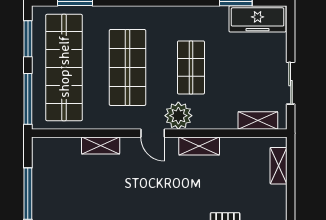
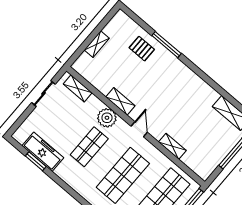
freezer: (258, 19) -> (43, 152), moved
plant: (178, 116) -> (107, 118), moved
shelving: (278, 166) -> (97, 44), moved

